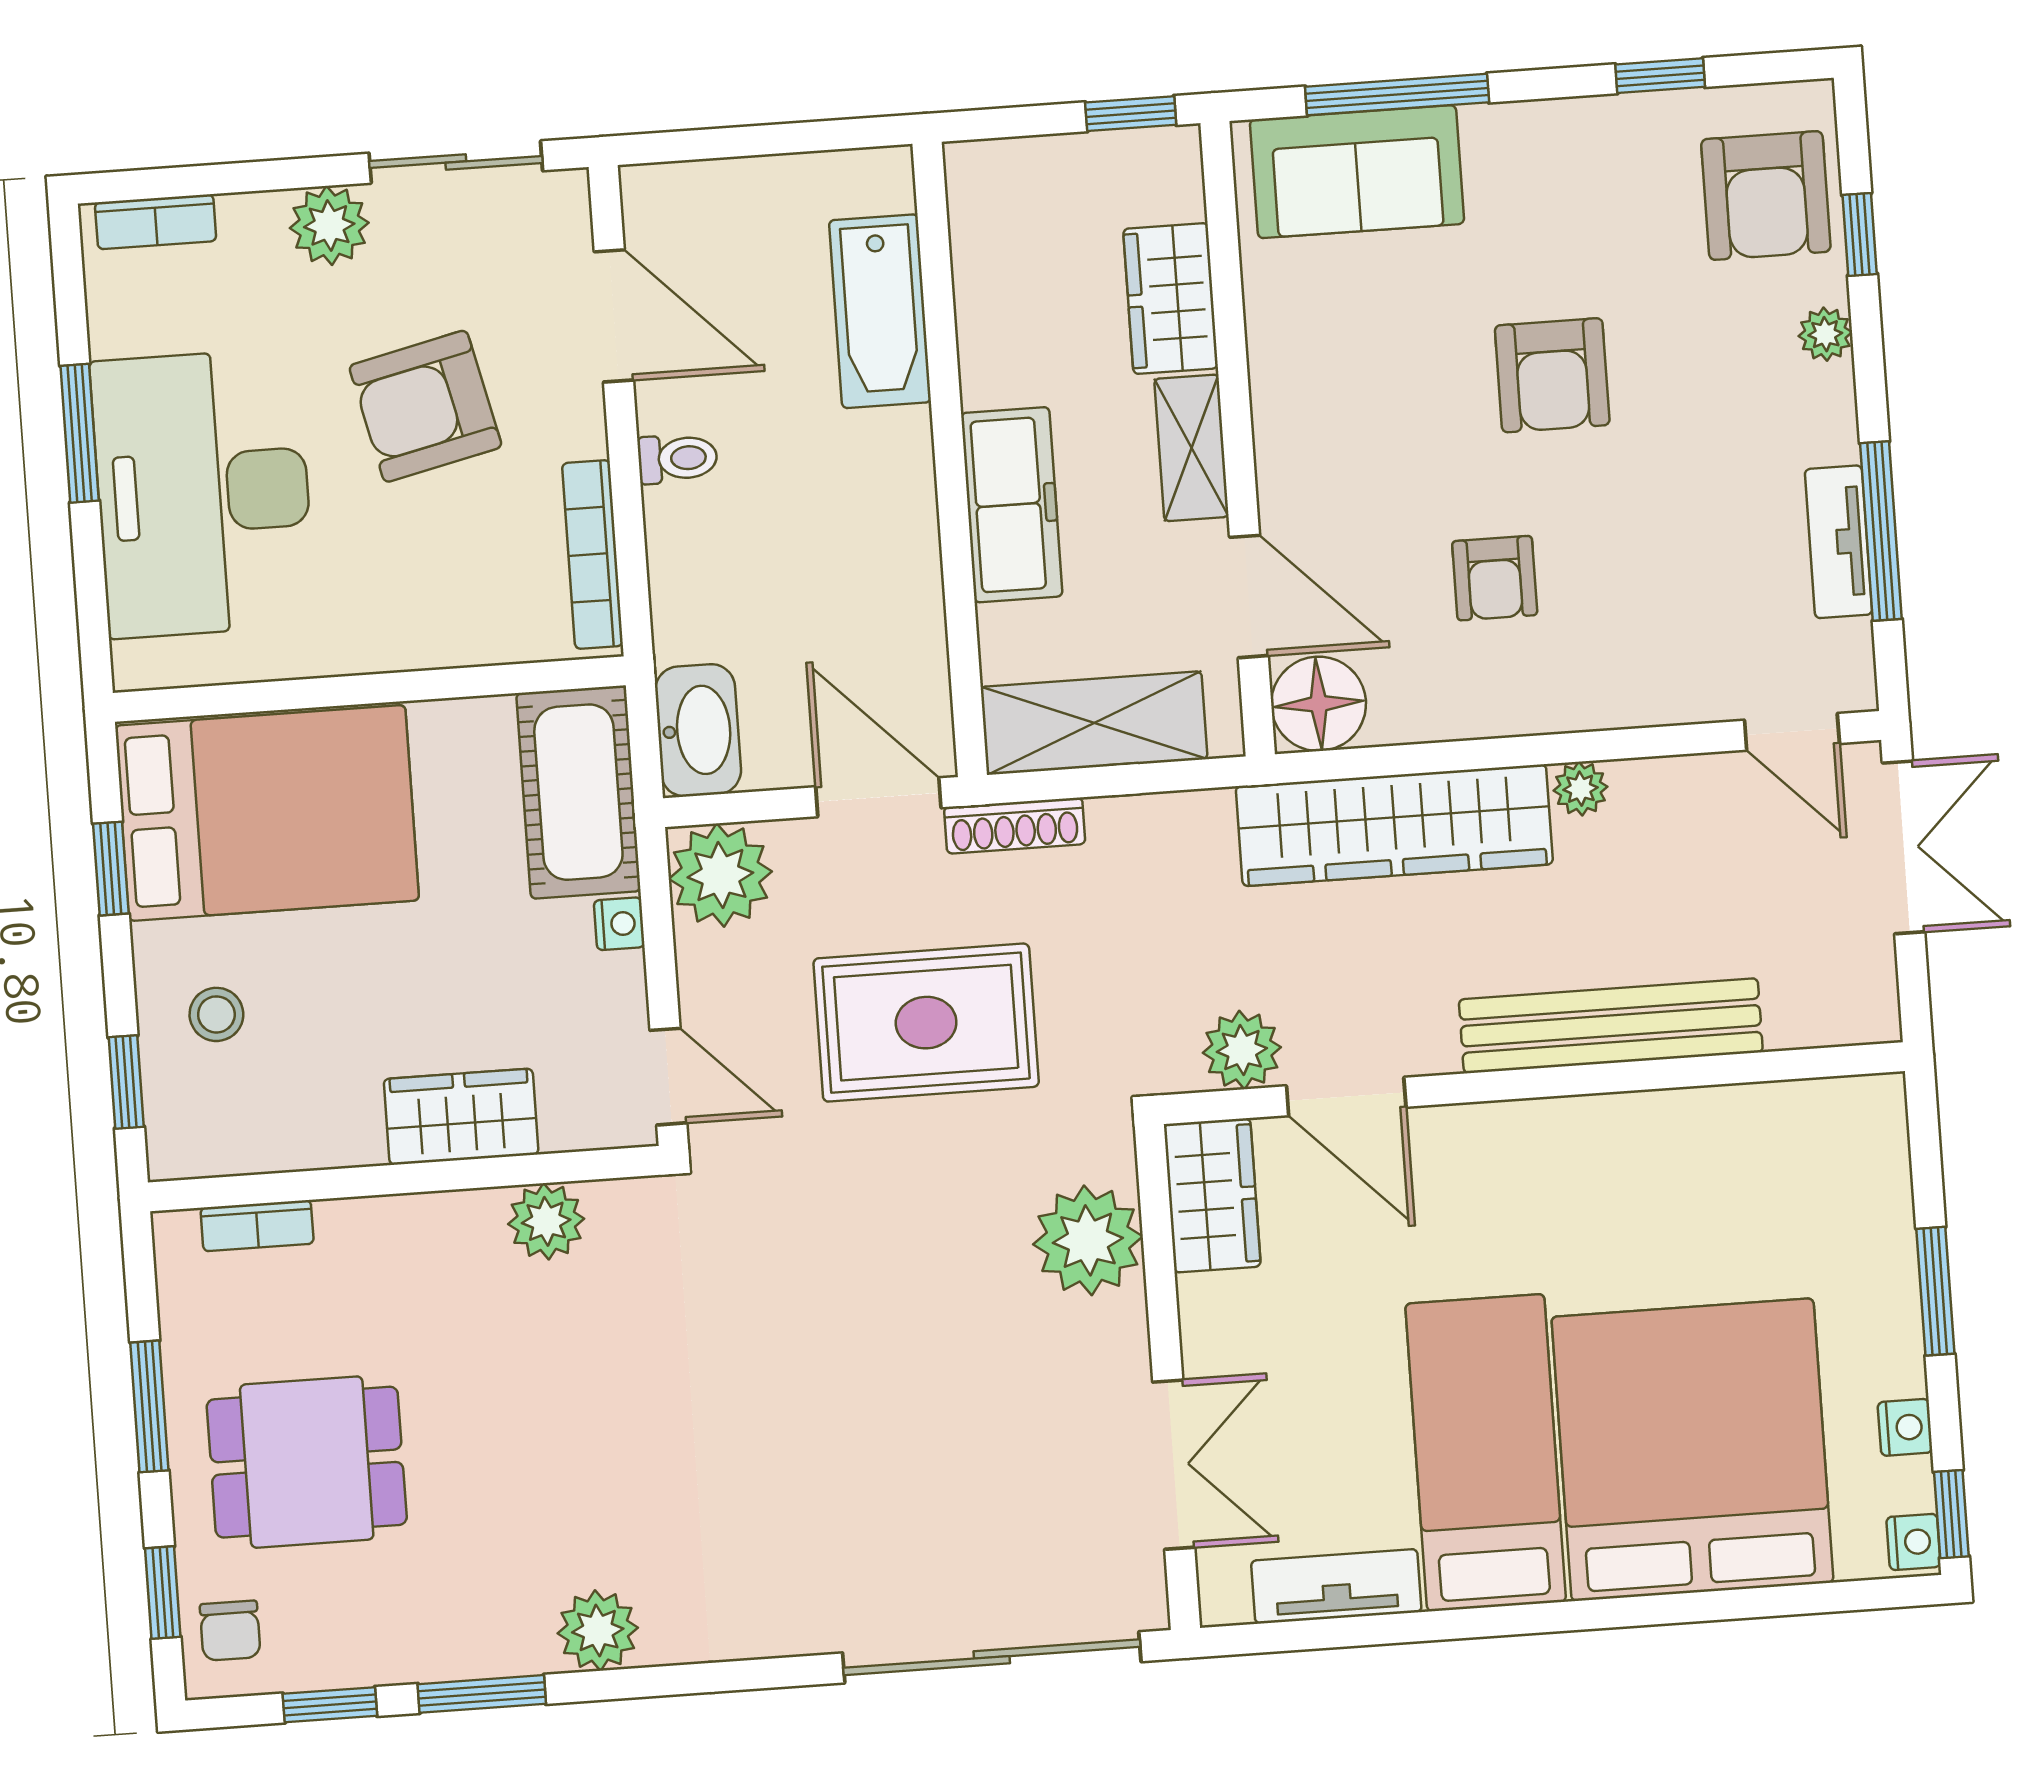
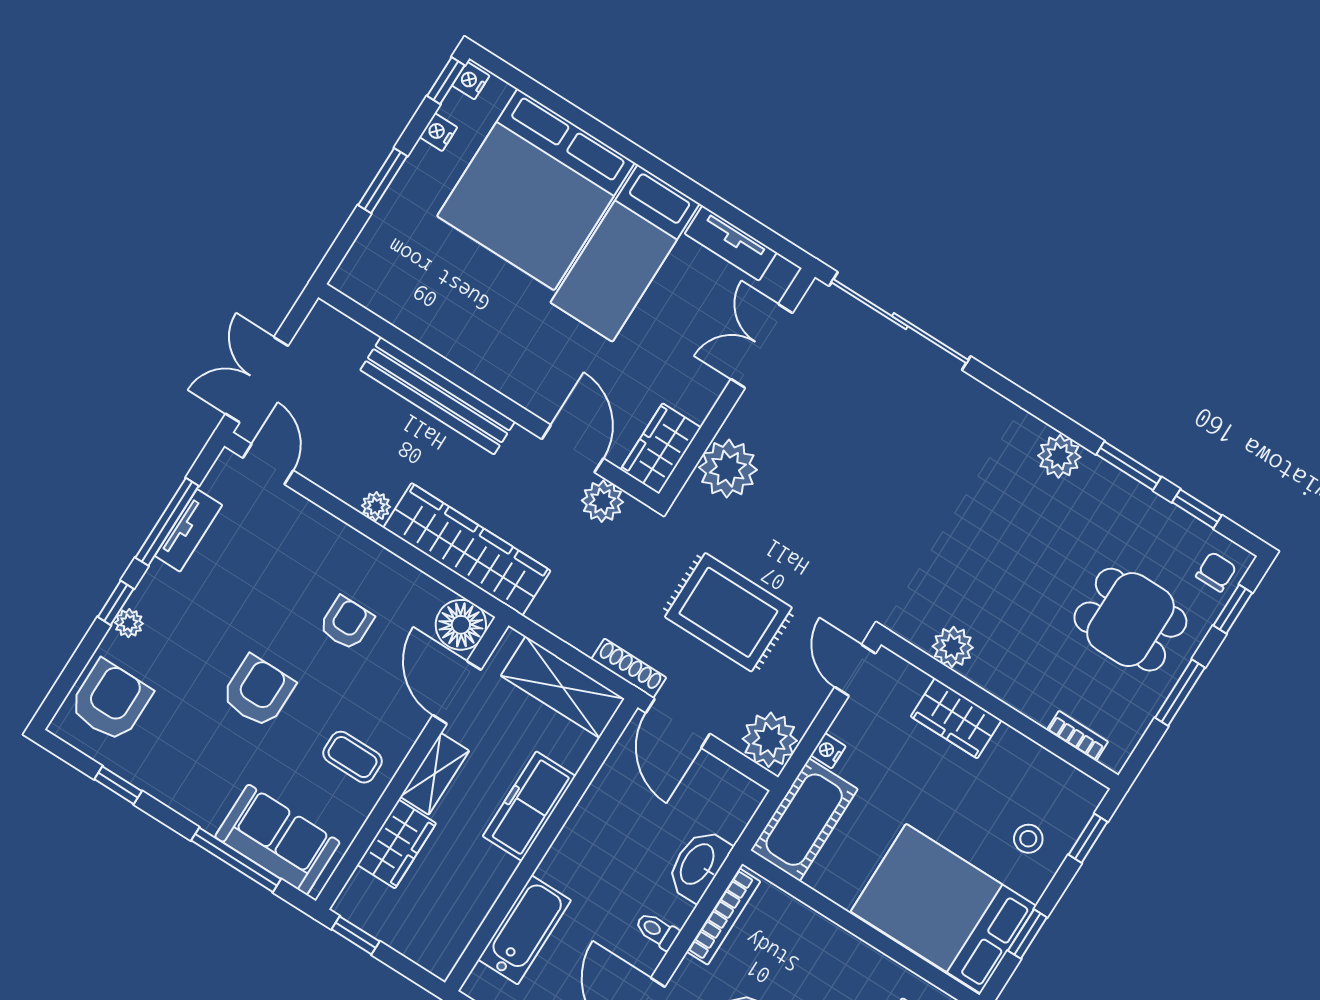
window: (1860, 234) -> (116, 603), moved
coffee table: (1335, 381) -> (353, 757), added
washbasin: (698, 730) -> (698, 865), moved

